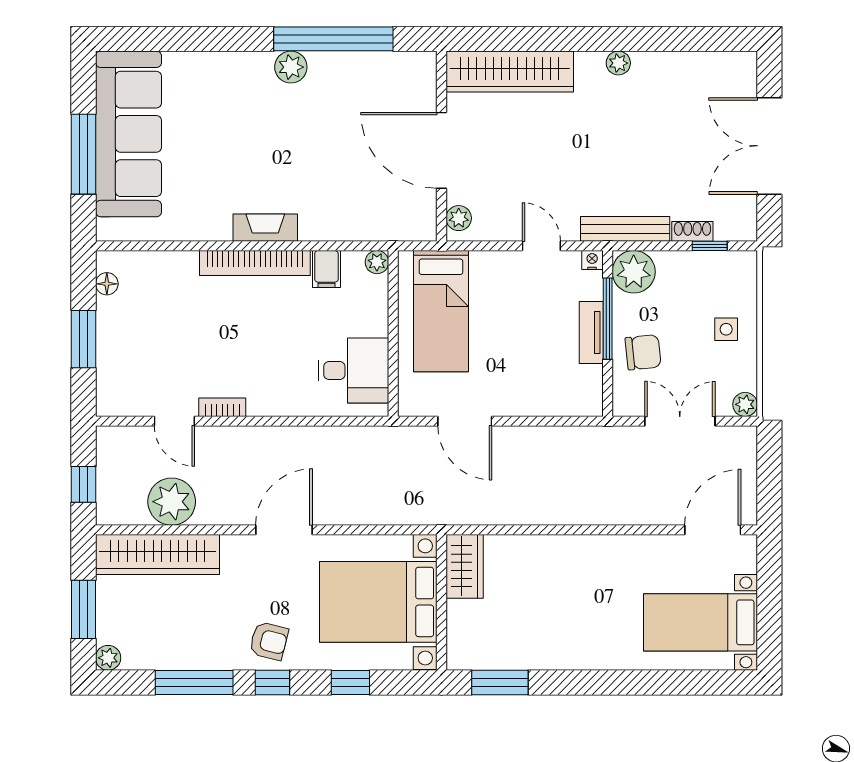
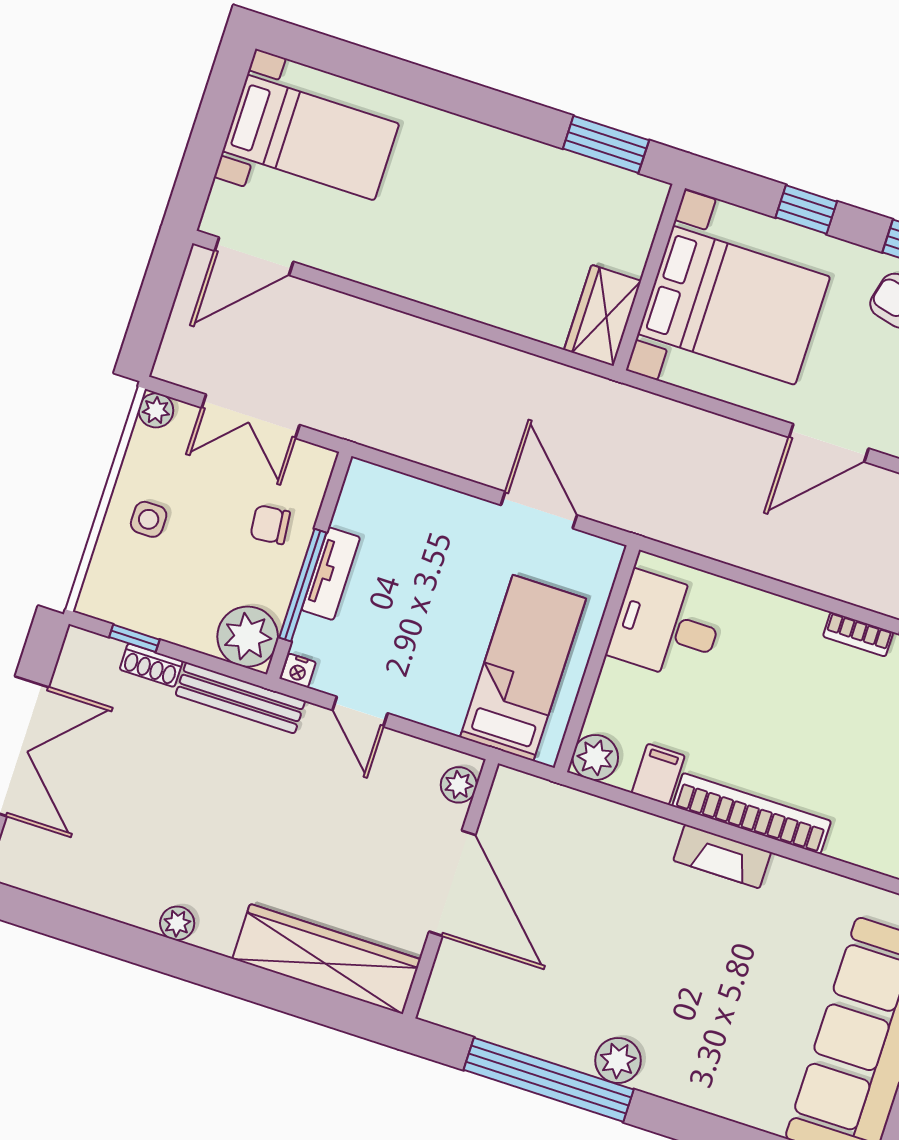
plant: (377, 262) -> (595, 758), width x1.38, depth x1.38
chair: (643, 352) -> (270, 525), width x0.73, depth x0.73

